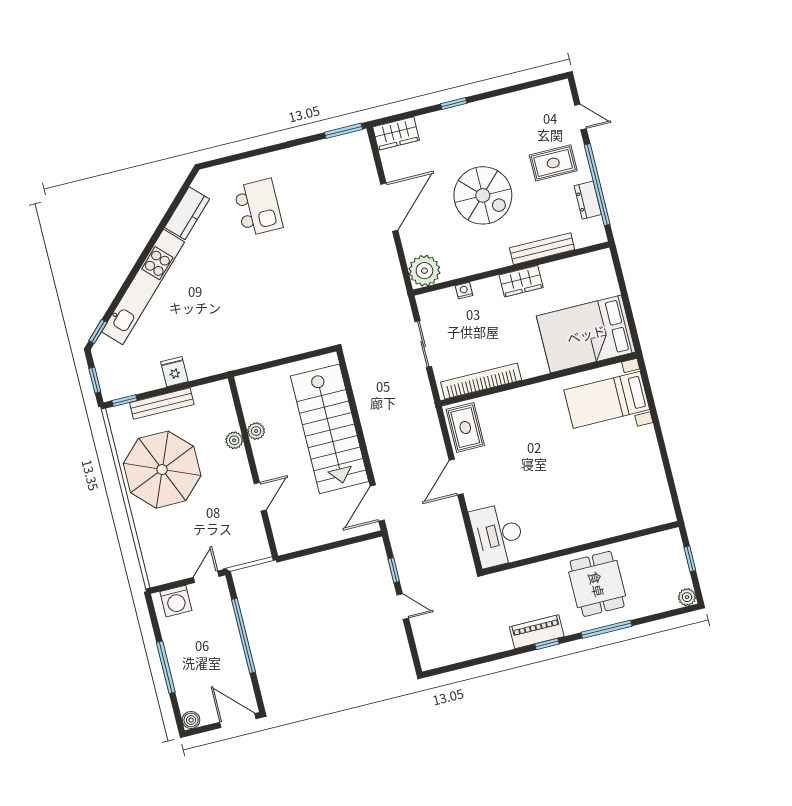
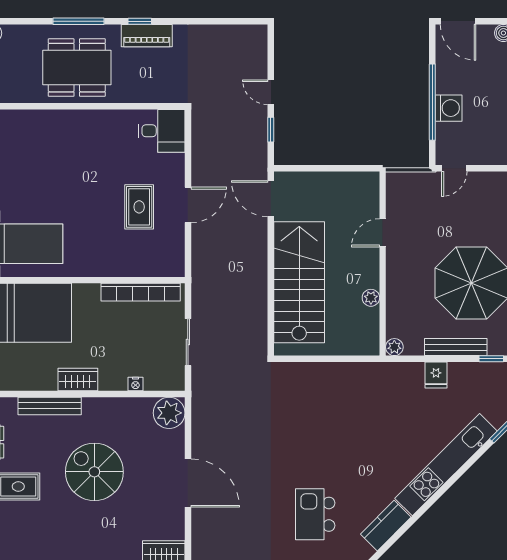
door: (389, 207) -> (188, 483), swing flipped
rug: (465, 427) -> (139, 207), moved
plant: (234, 440) -> (394, 347), moved
door: (377, 503) -> (271, 199), swing flipped
desk: (498, 535) -> (162, 131), width x0.73
dining table: (597, 584) -> (77, 68), width x1.38
washing machine: (176, 601) -> (449, 108), moved, turned 90

